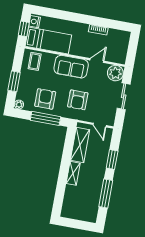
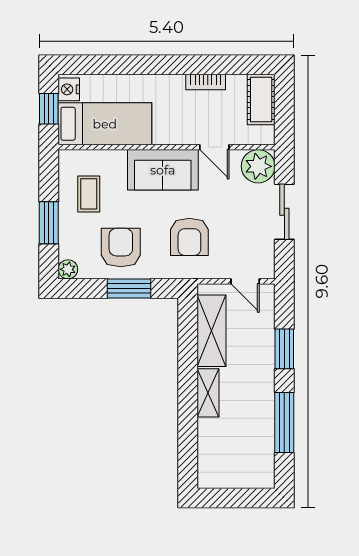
cot: (122, 43) -> (261, 100), added
coffee table: (35, 61) -> (89, 194), moved
door: (97, 61) -> (214, 147), swing flipped
window: (45, 118) -> (129, 288), width x0.69

